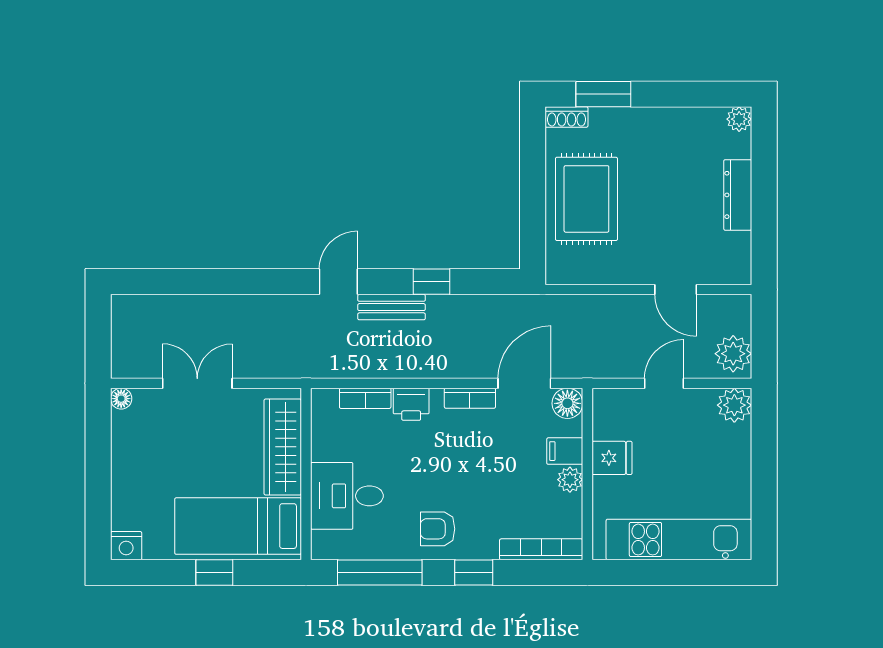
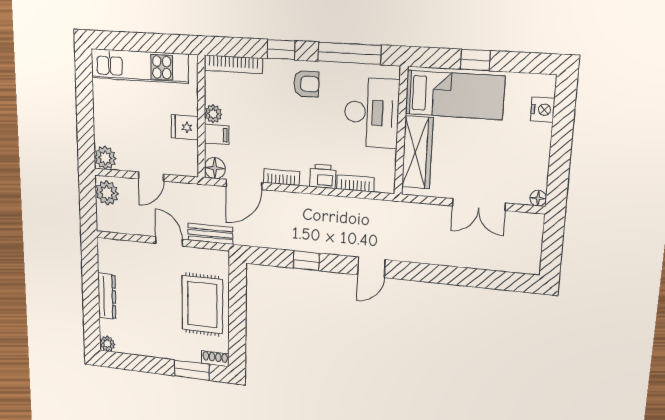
door: (676, 290) -> (169, 241), moved
bench: (392, 307) -> (210, 234), moved
desk: (347, 496) -> (371, 113), width x1.37
nightstand: (126, 546) -> (543, 110), moved, turned 90

